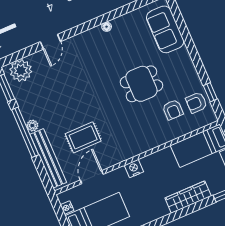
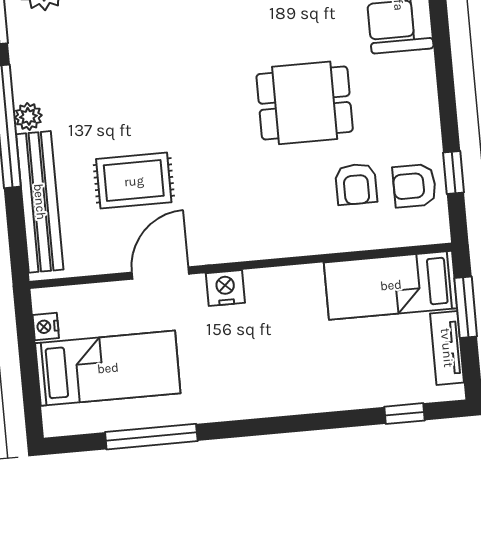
door: (92, 177) -> (160, 273), moved
wardrobe: (188, 197) -> (326, 392), removed

